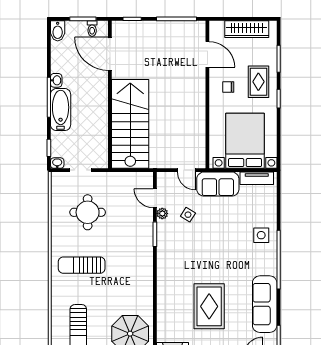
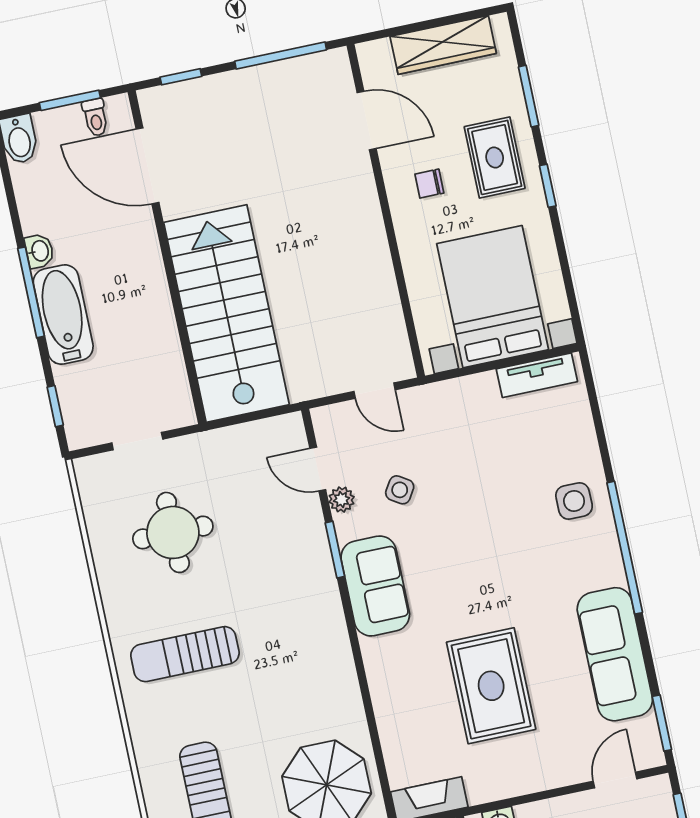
washbasin: (57, 163) -> (81, 436), removed
sofa: (218, 184) -> (375, 586), moved, turned -90

